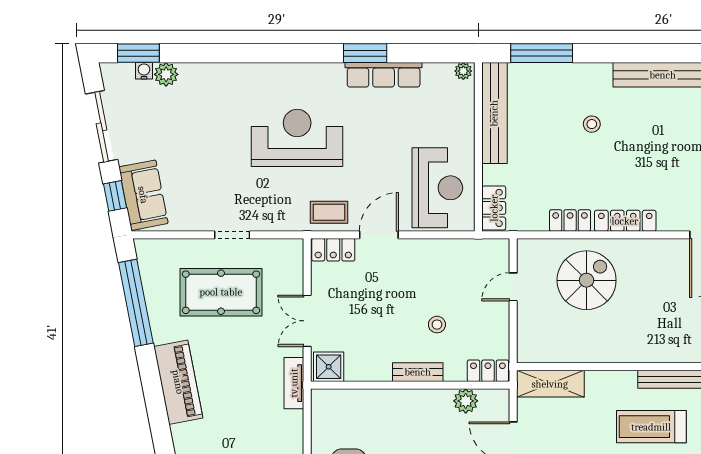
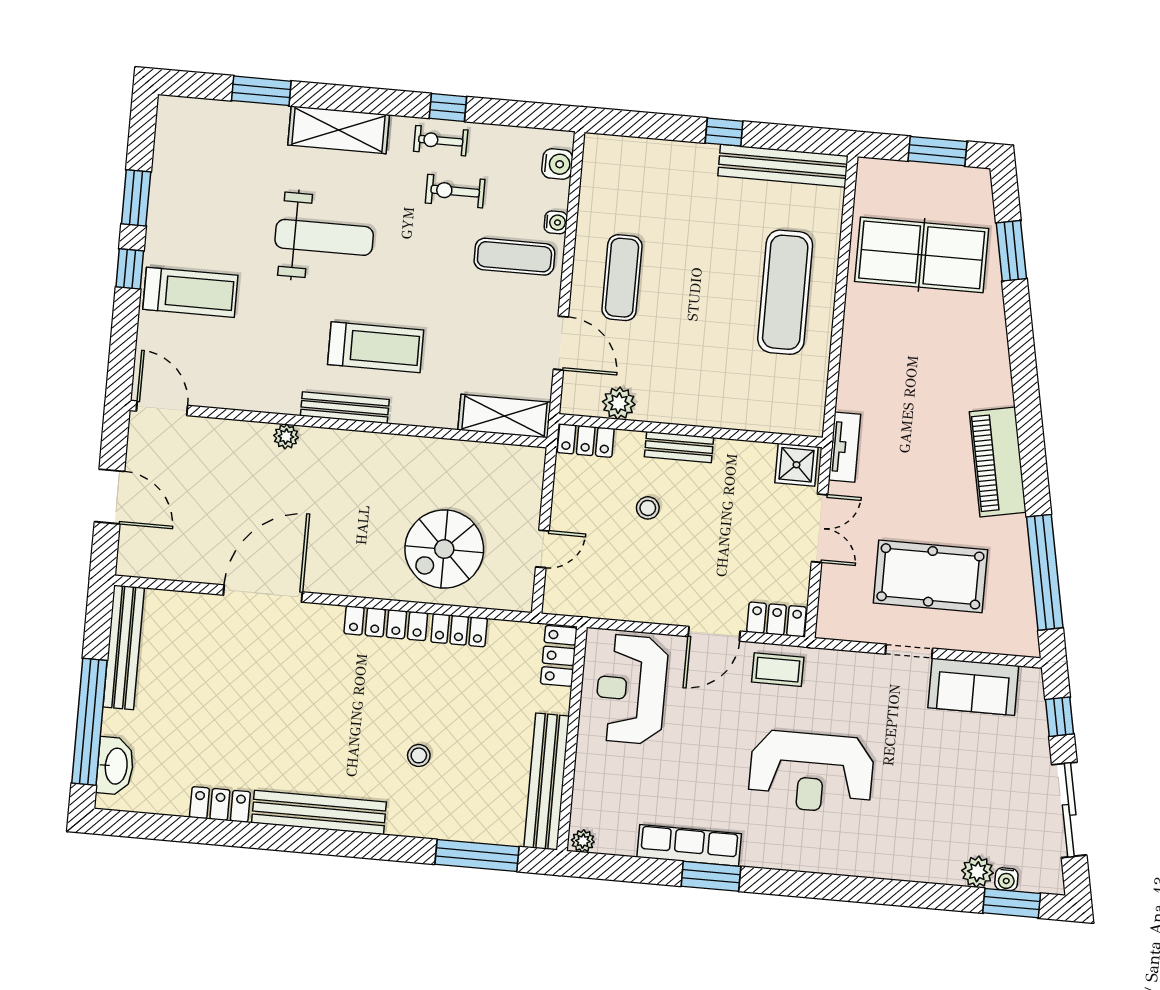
sofa: (143, 195) -> (973, 687), moved, turned -79

